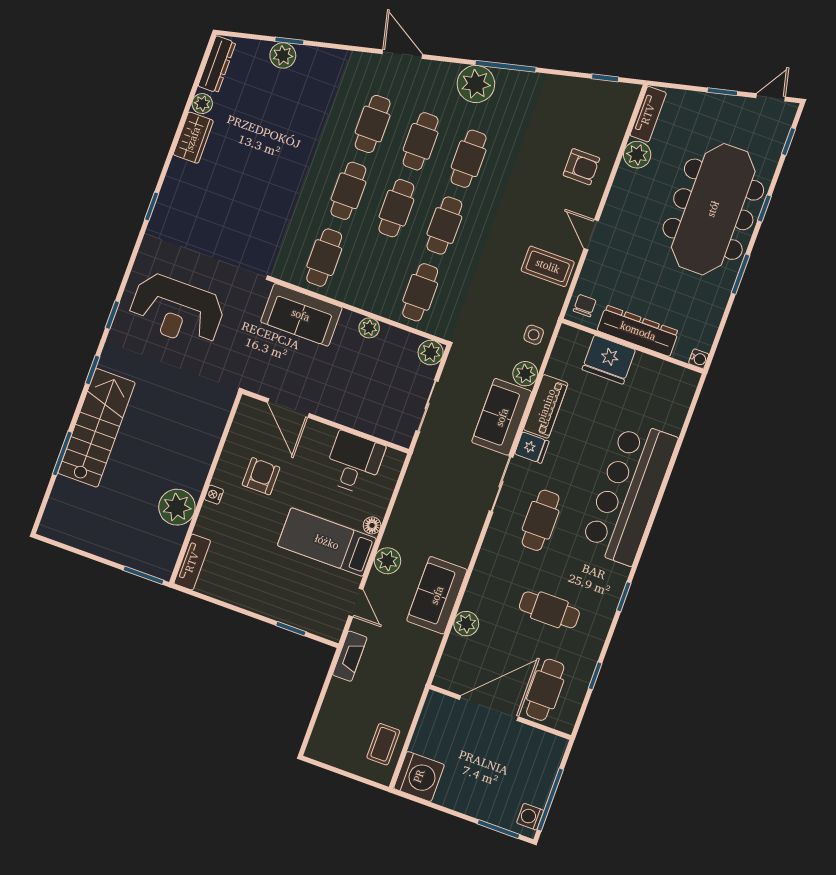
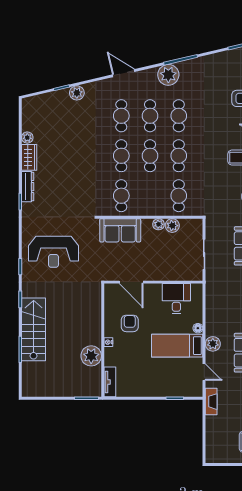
plant: (283, 55) -> (77, 93), moved
dresser: (217, 64) -> (28, 187), moved
plant: (431, 353) -> (172, 226), moved

